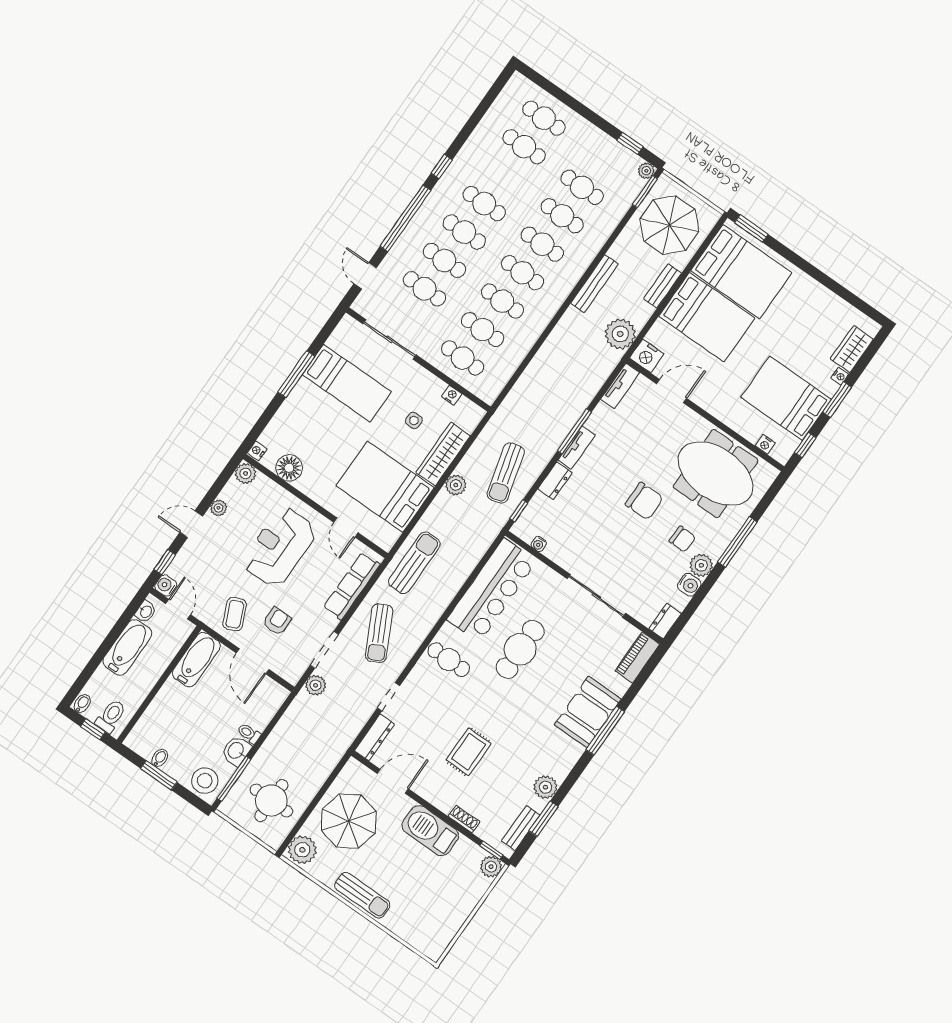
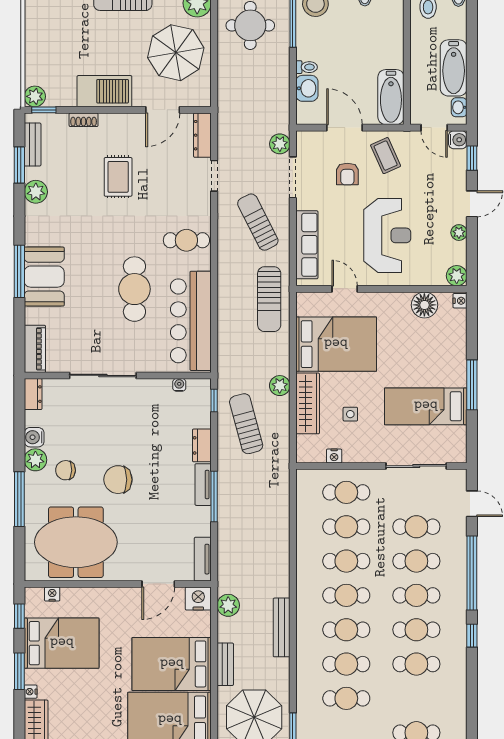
cafe table: (524, 147) -> (416, 664), moved
plant: (620, 334) -> (228, 605), width x0.73, depth x0.73
washbasin: (236, 751) -> (307, 88), moved

